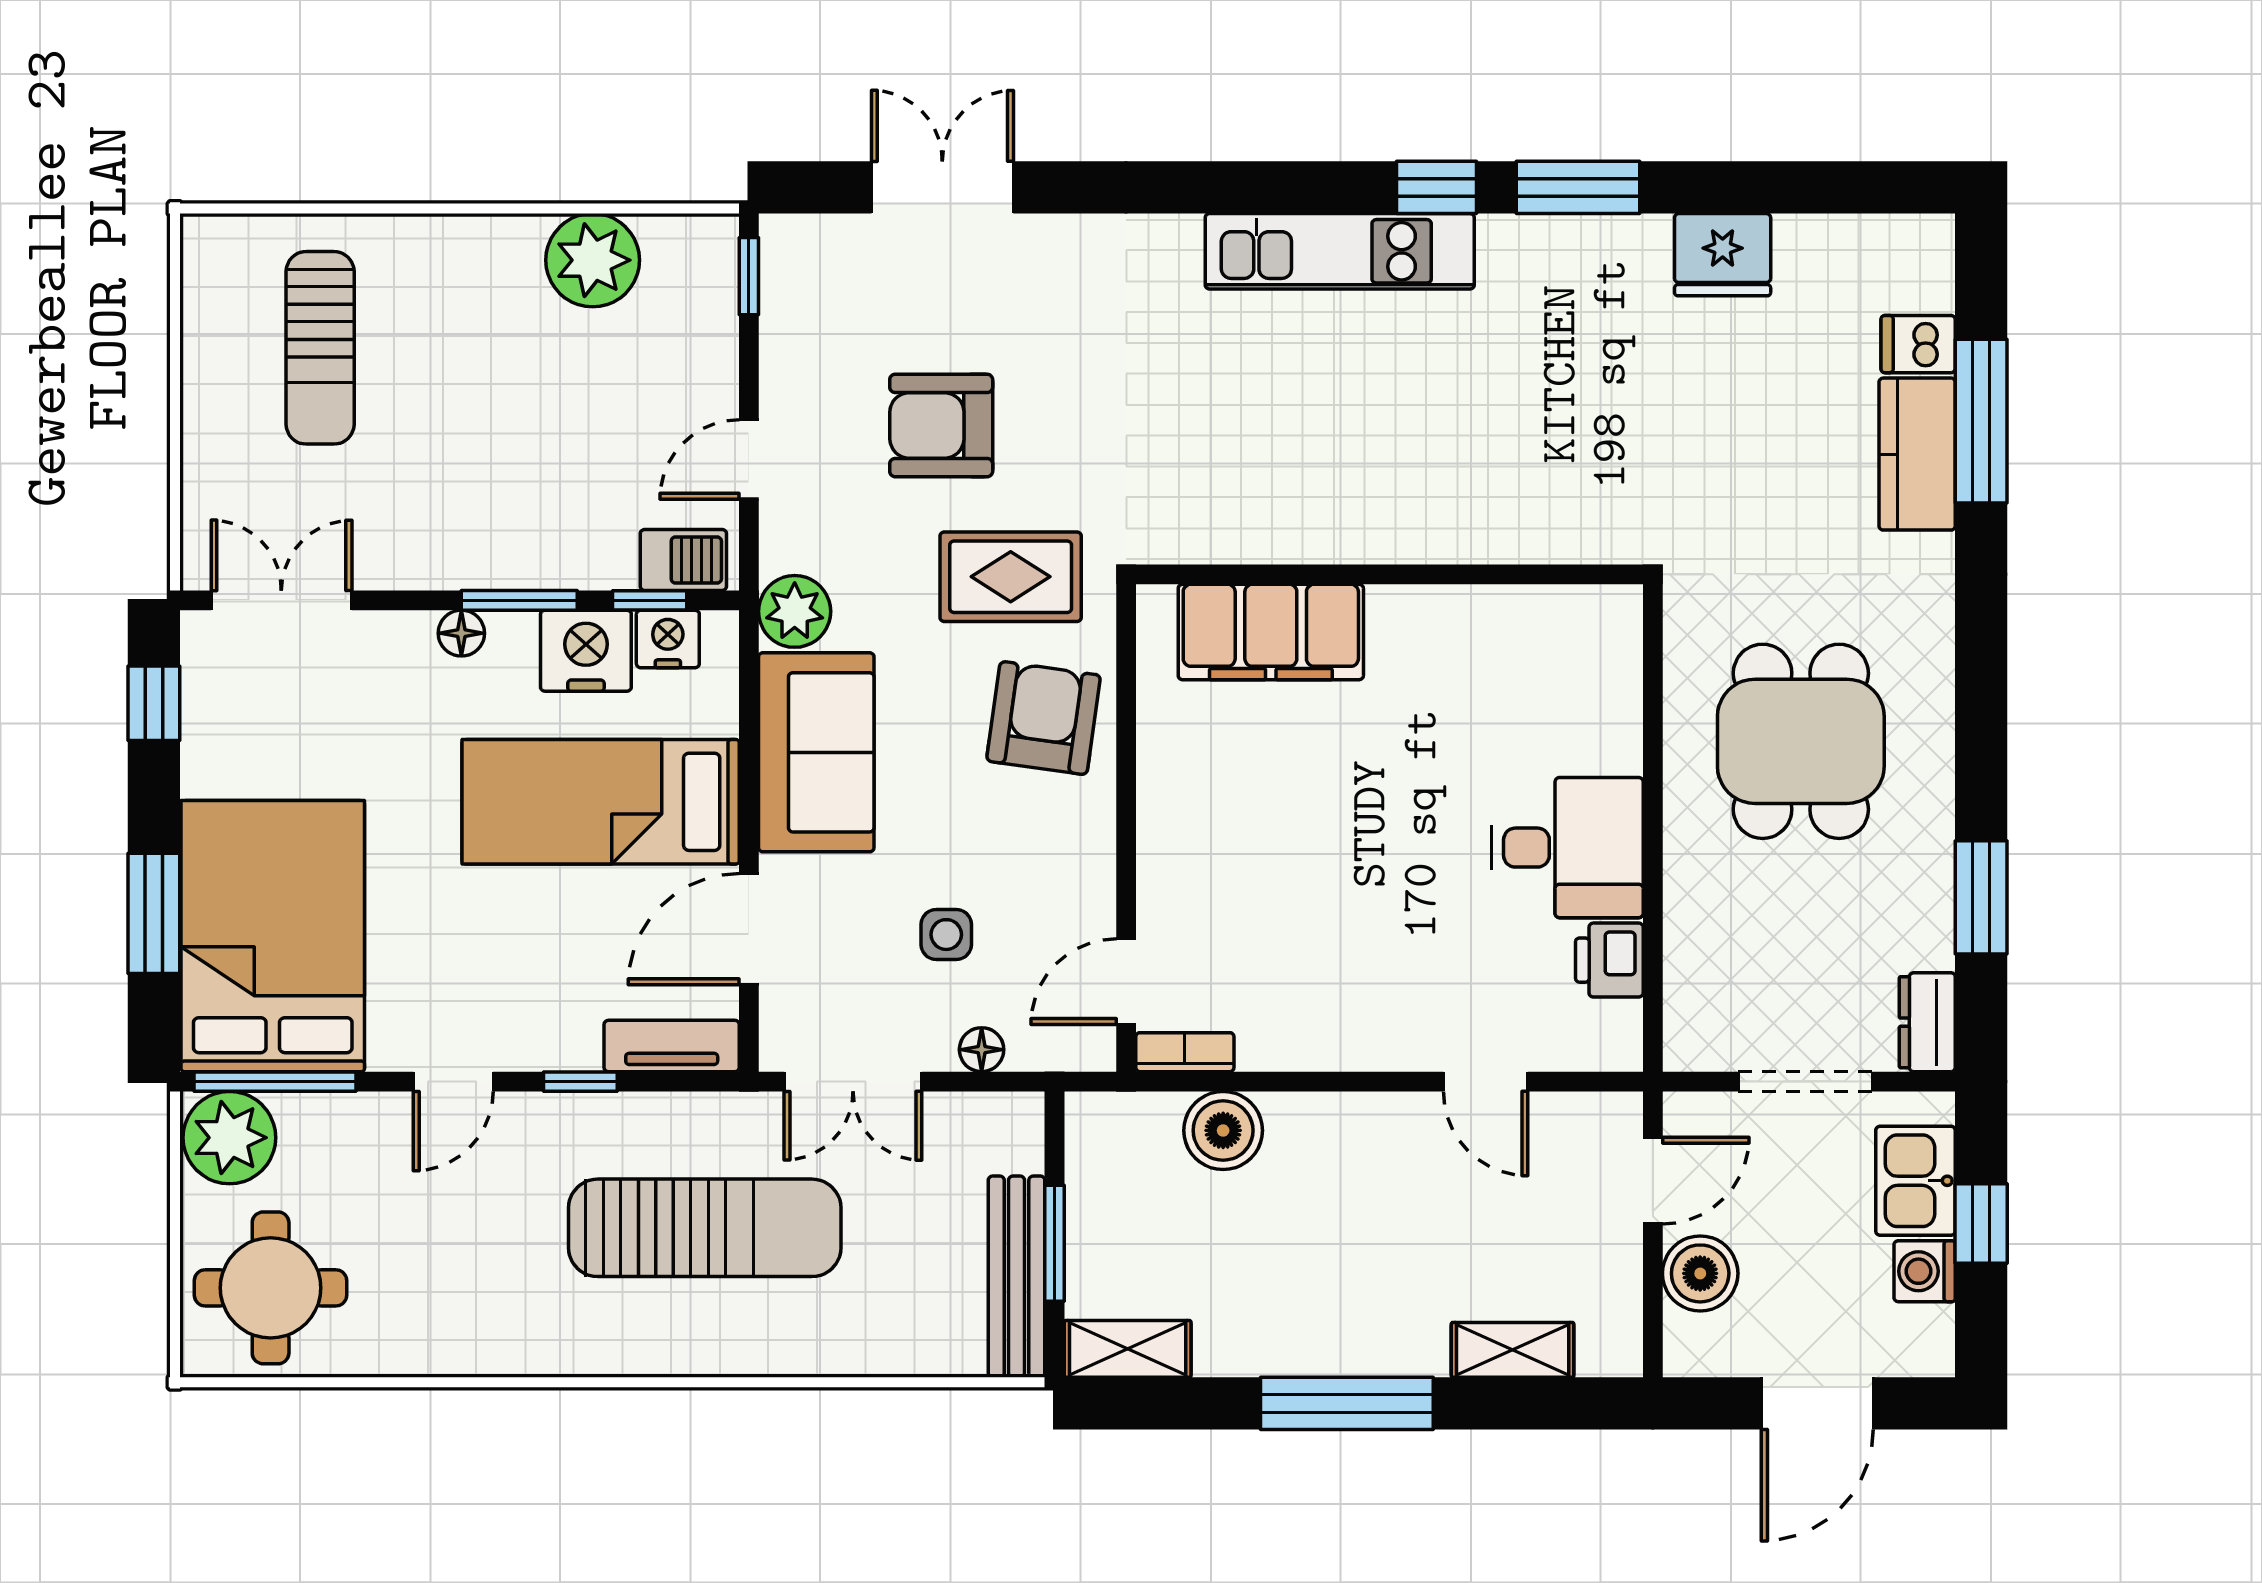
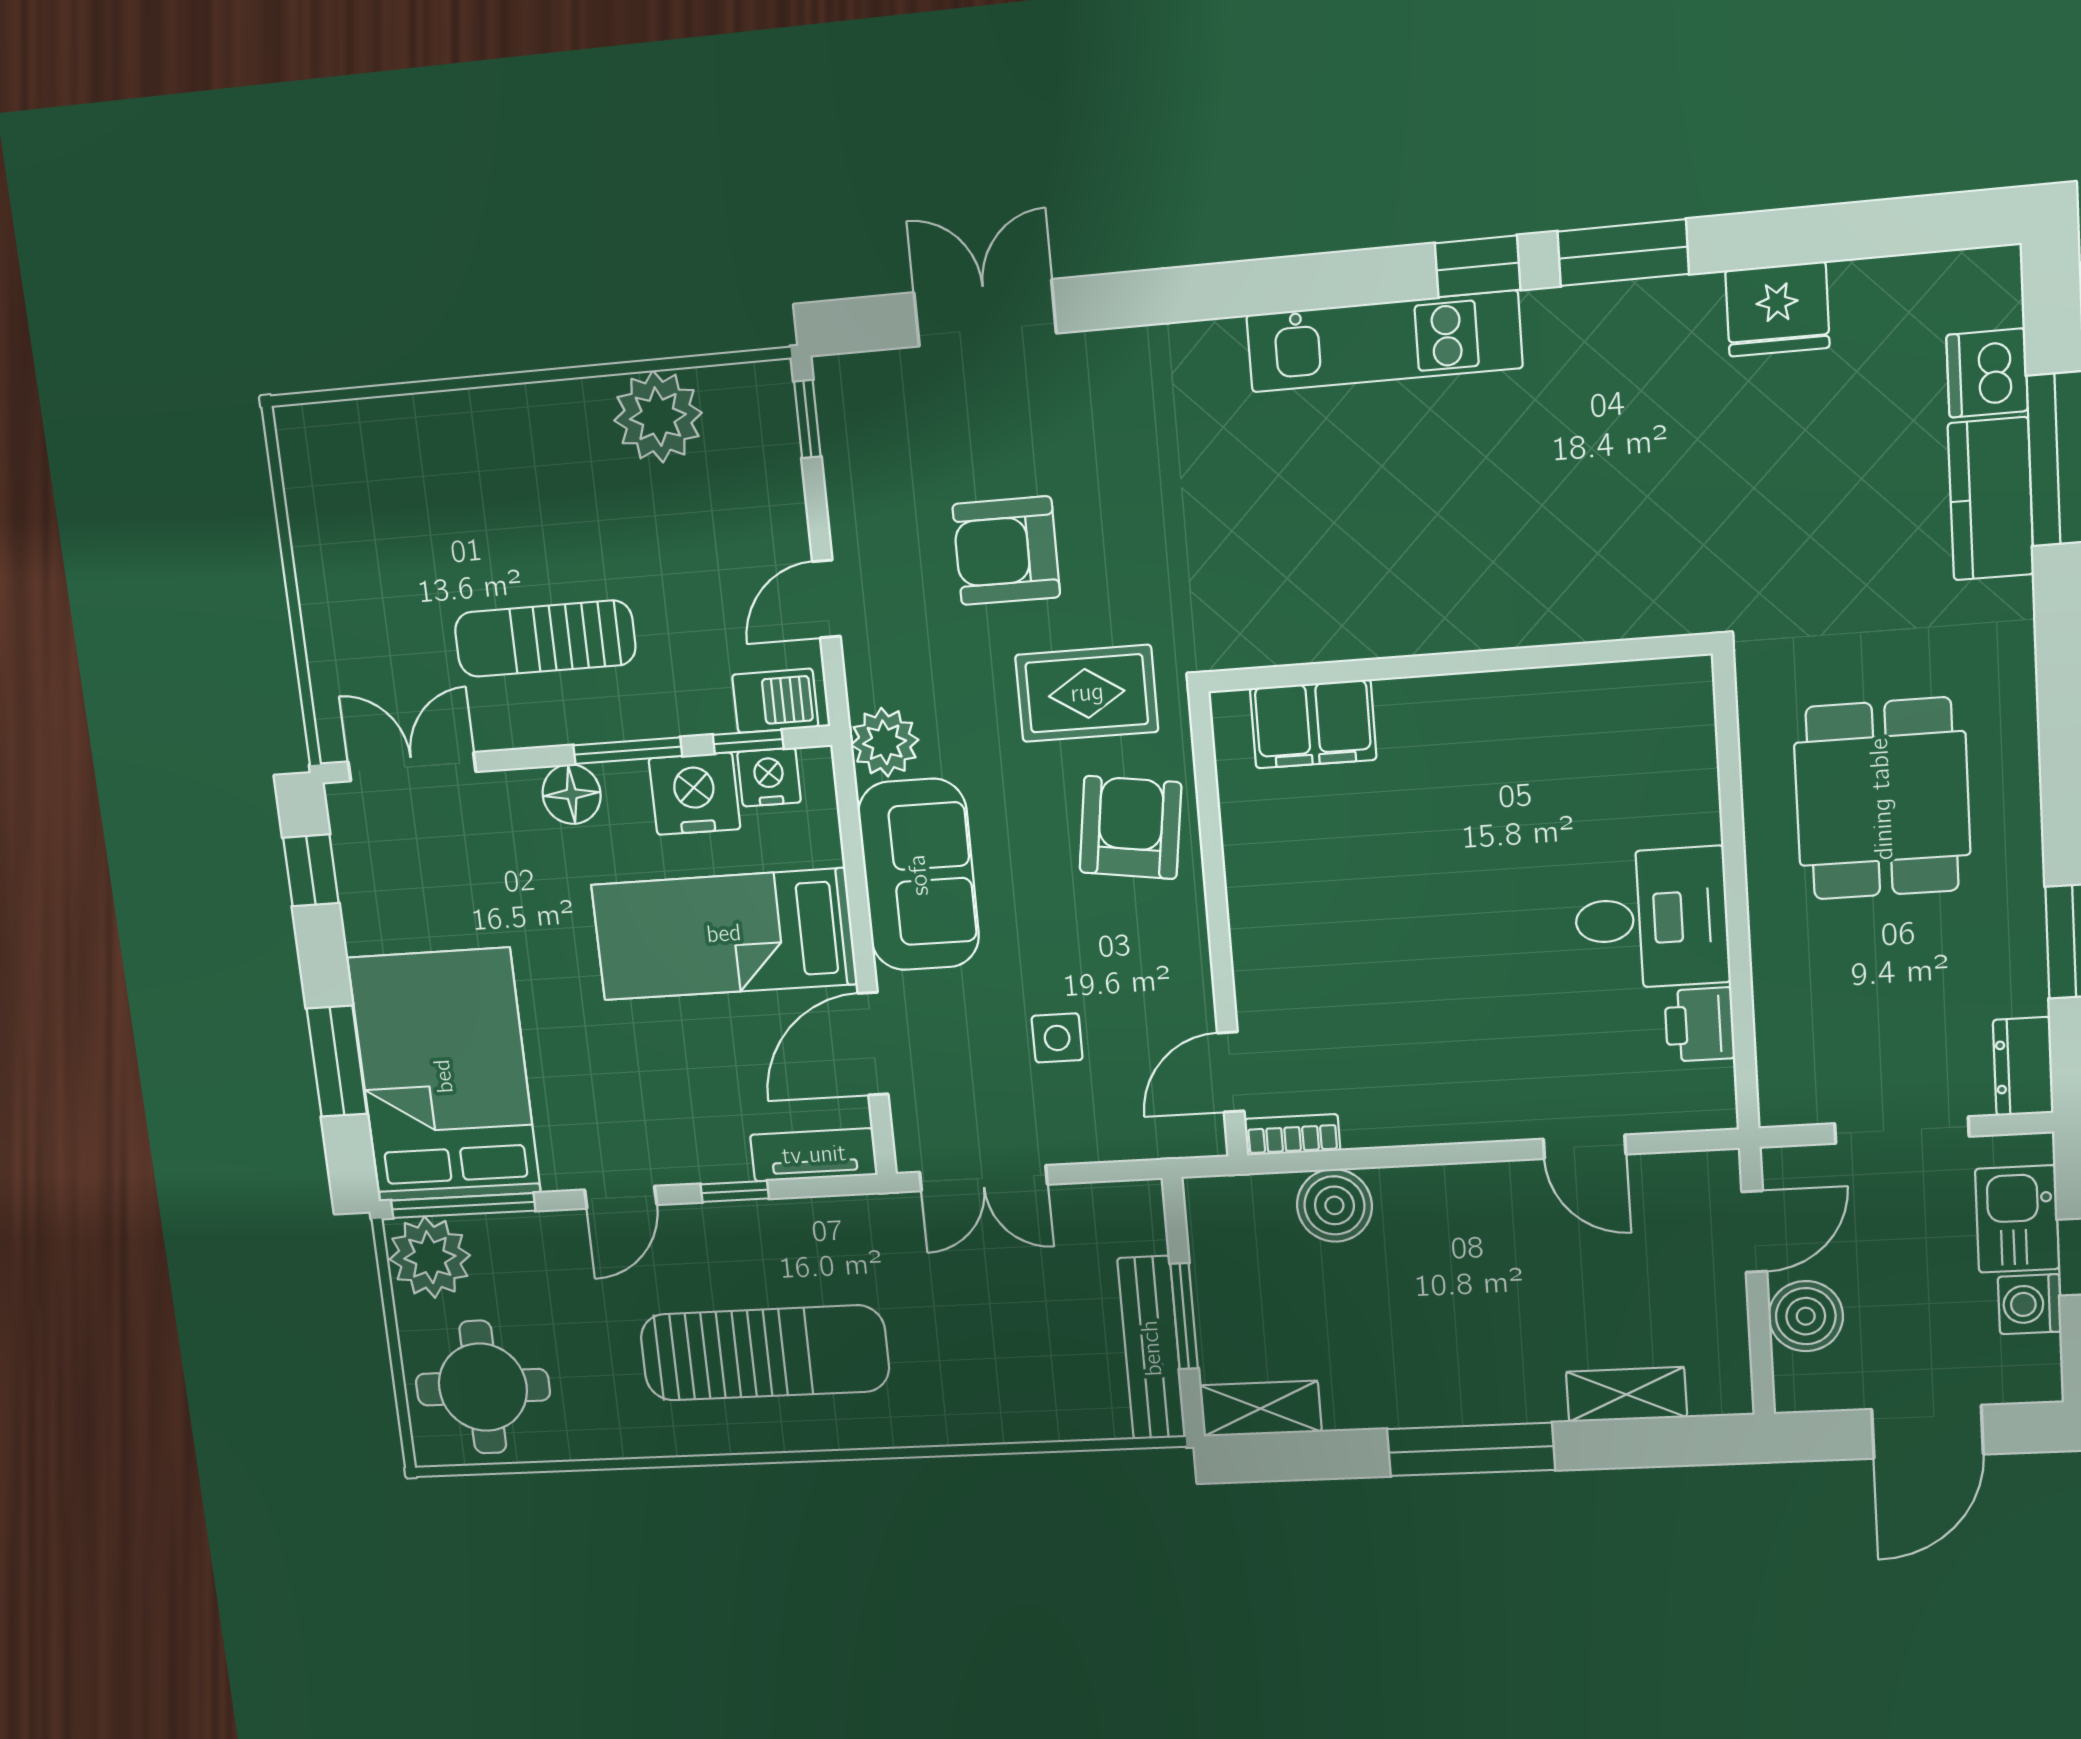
dishwasher: (1918, 344) -> (1987, 373), width x1.38
sun lounger: (320, 348) -> (545, 639), moved, turned 90
filing cabinet: (1271, 632) -> (1313, 724), width x0.67, depth x0.86
floor lamp: (461, 633) -> (572, 794), width x1.37, depth x1.37
floor lamp: (982, 1050) -> (1100, 1143), removed
sun lounger: (705, 1228) -> (765, 1353), moved

